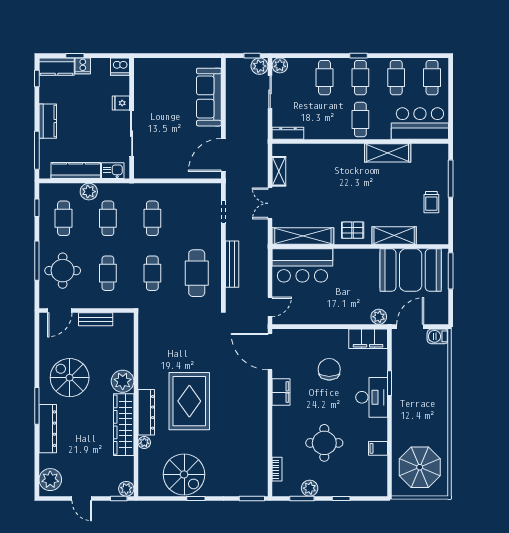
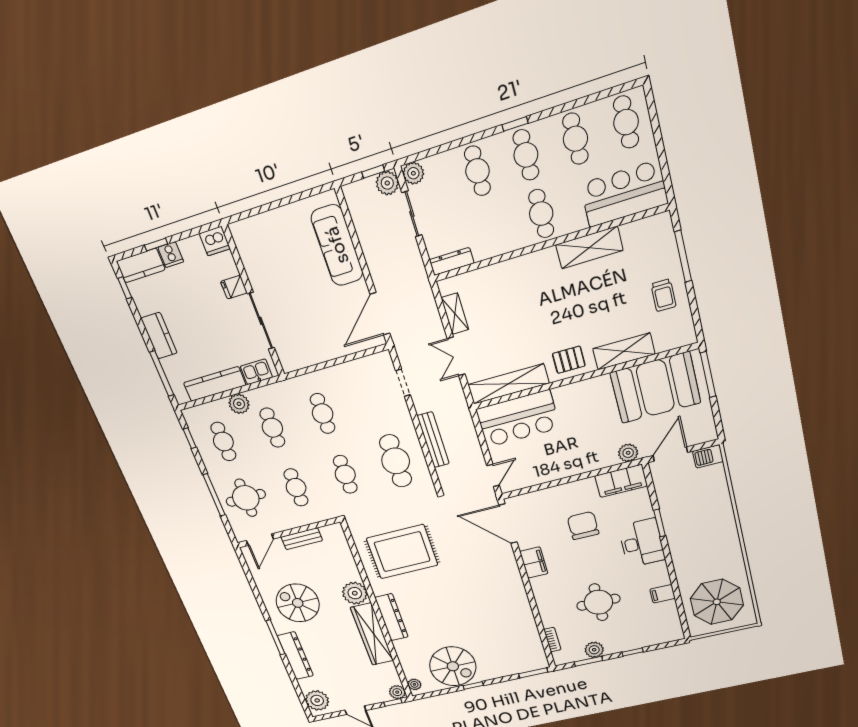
rug: (189, 401) -> (402, 552), moved, turned 90
plant: (144, 443) -> (414, 684), moved

